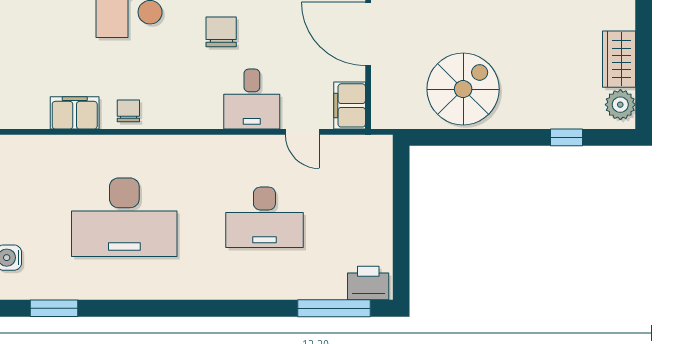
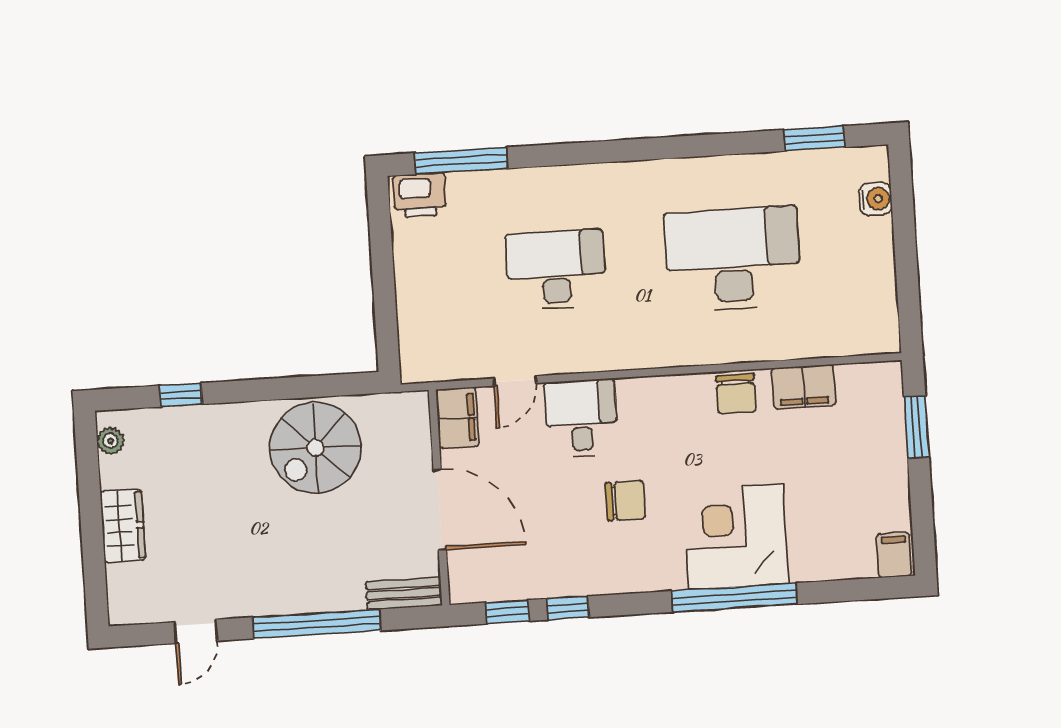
chair: (221, 32) -> (625, 501), turned -90
wardrobe: (619, 59) -> (123, 526), moved
plant: (620, 105) -> (111, 441), width x0.73, depth x0.73
chair: (128, 111) -> (736, 394), width x1.37, depth x1.37
door: (302, 132) -> (515, 381), swing flipped

